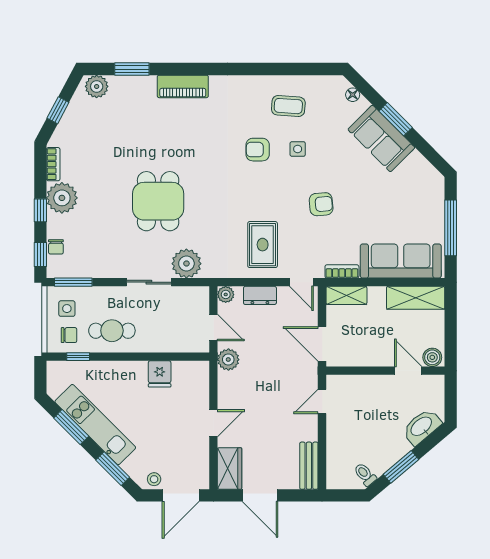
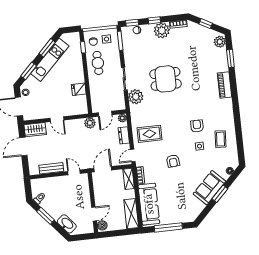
bench: (309, 466) -> (51, 168), moved

